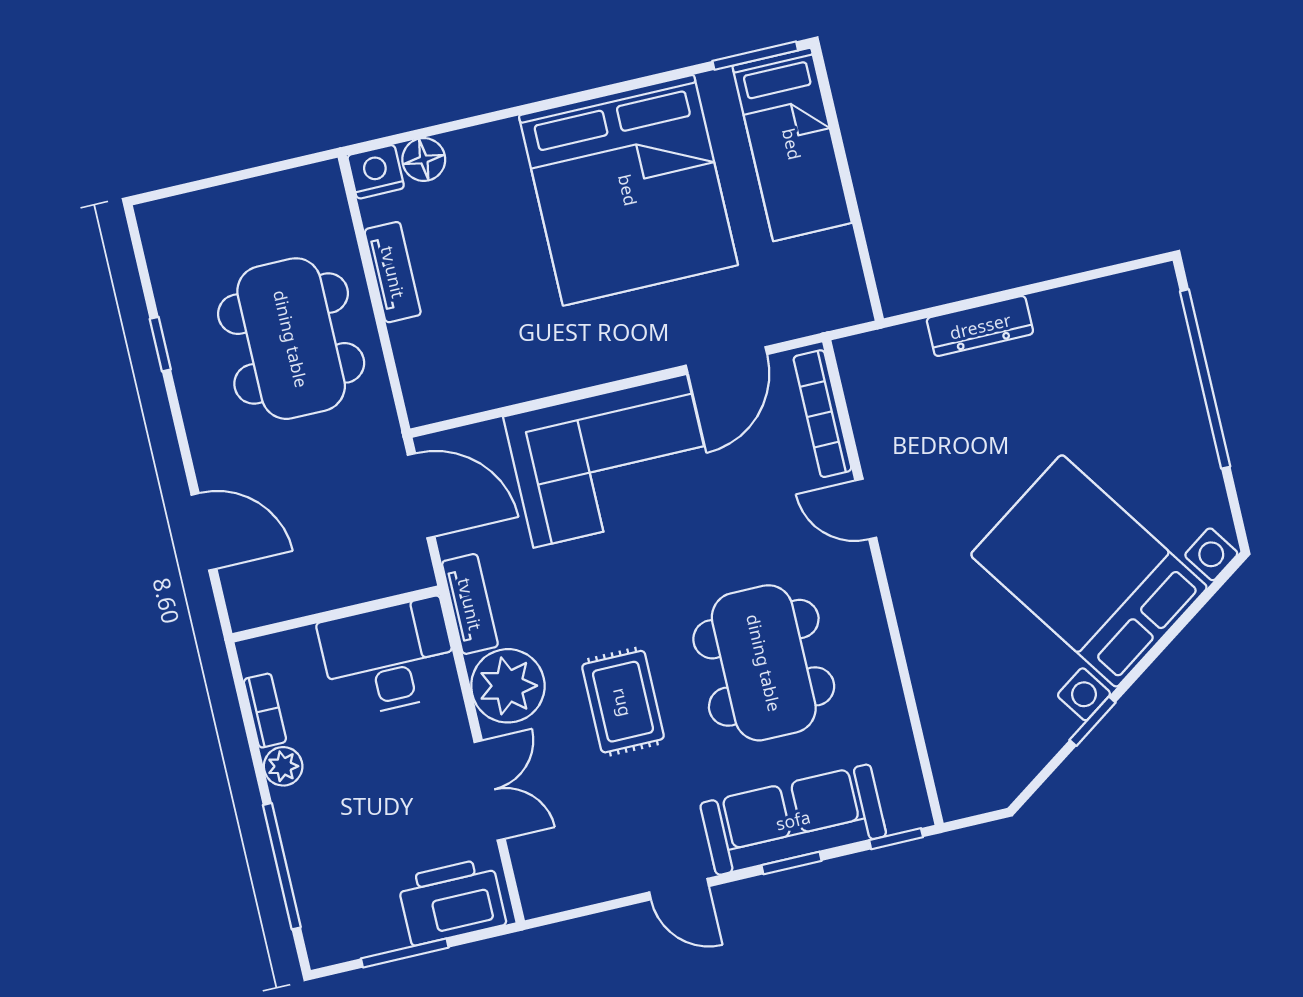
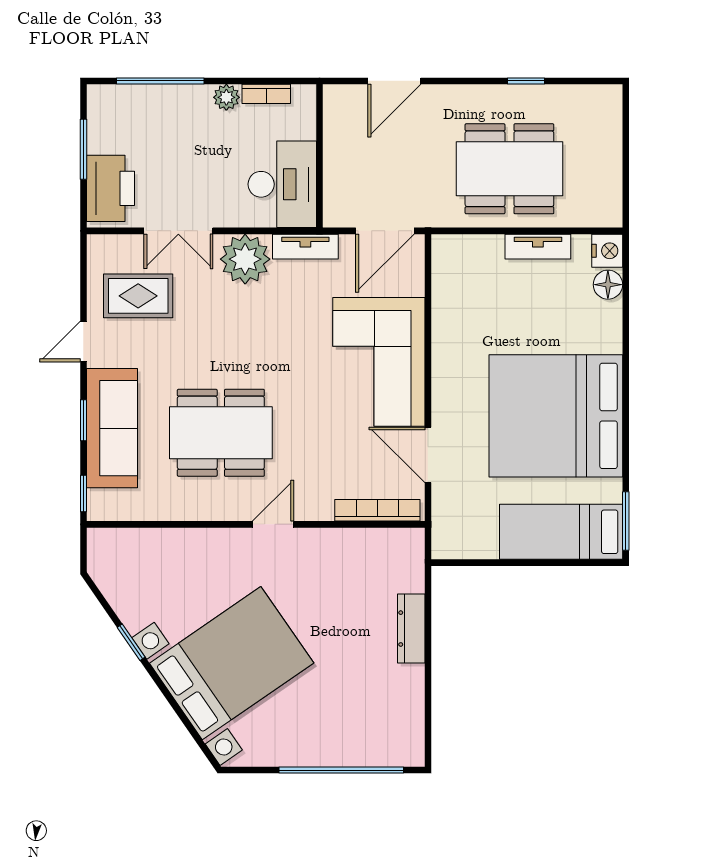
door: (866, 509) -> (273, 524), moved
rug: (623, 702) -> (138, 296), moved

